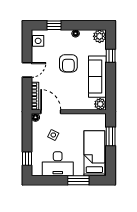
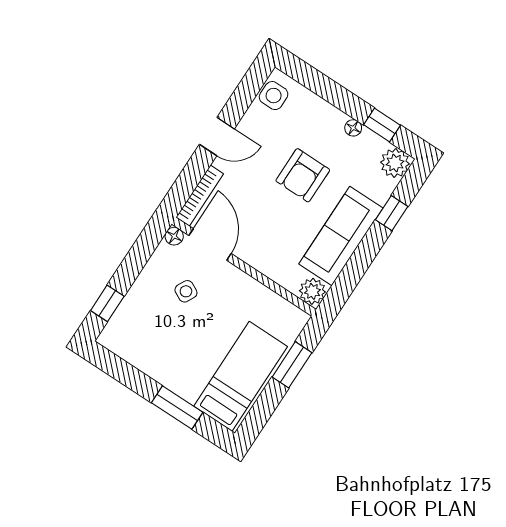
window: (54, 25) -> (382, 125), moved
desk: (58, 164) -> (159, 351), removed

